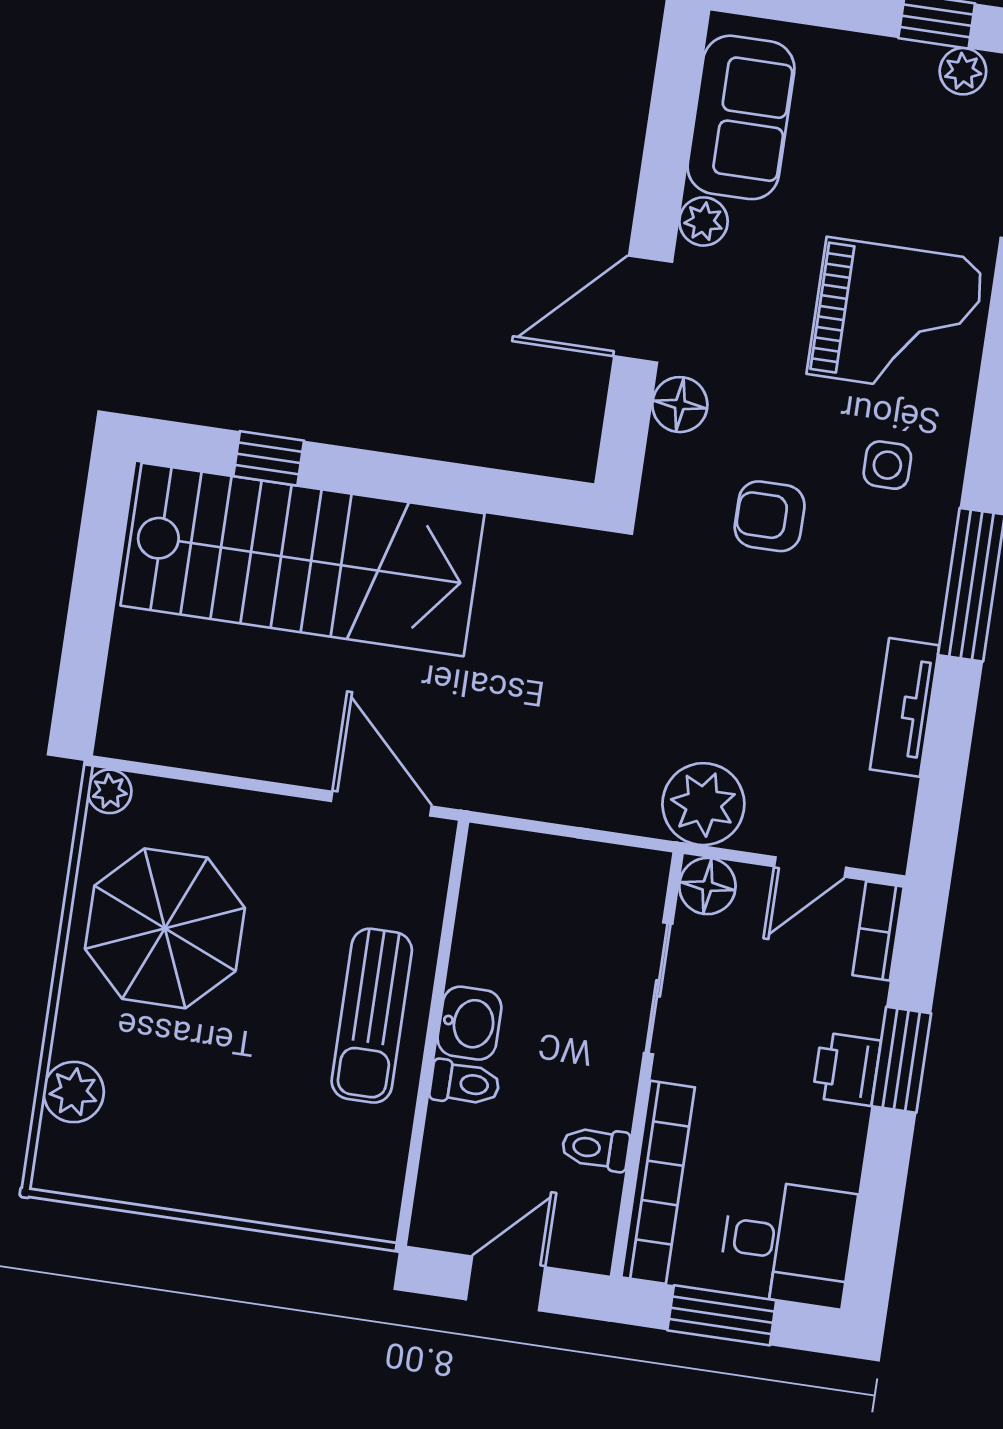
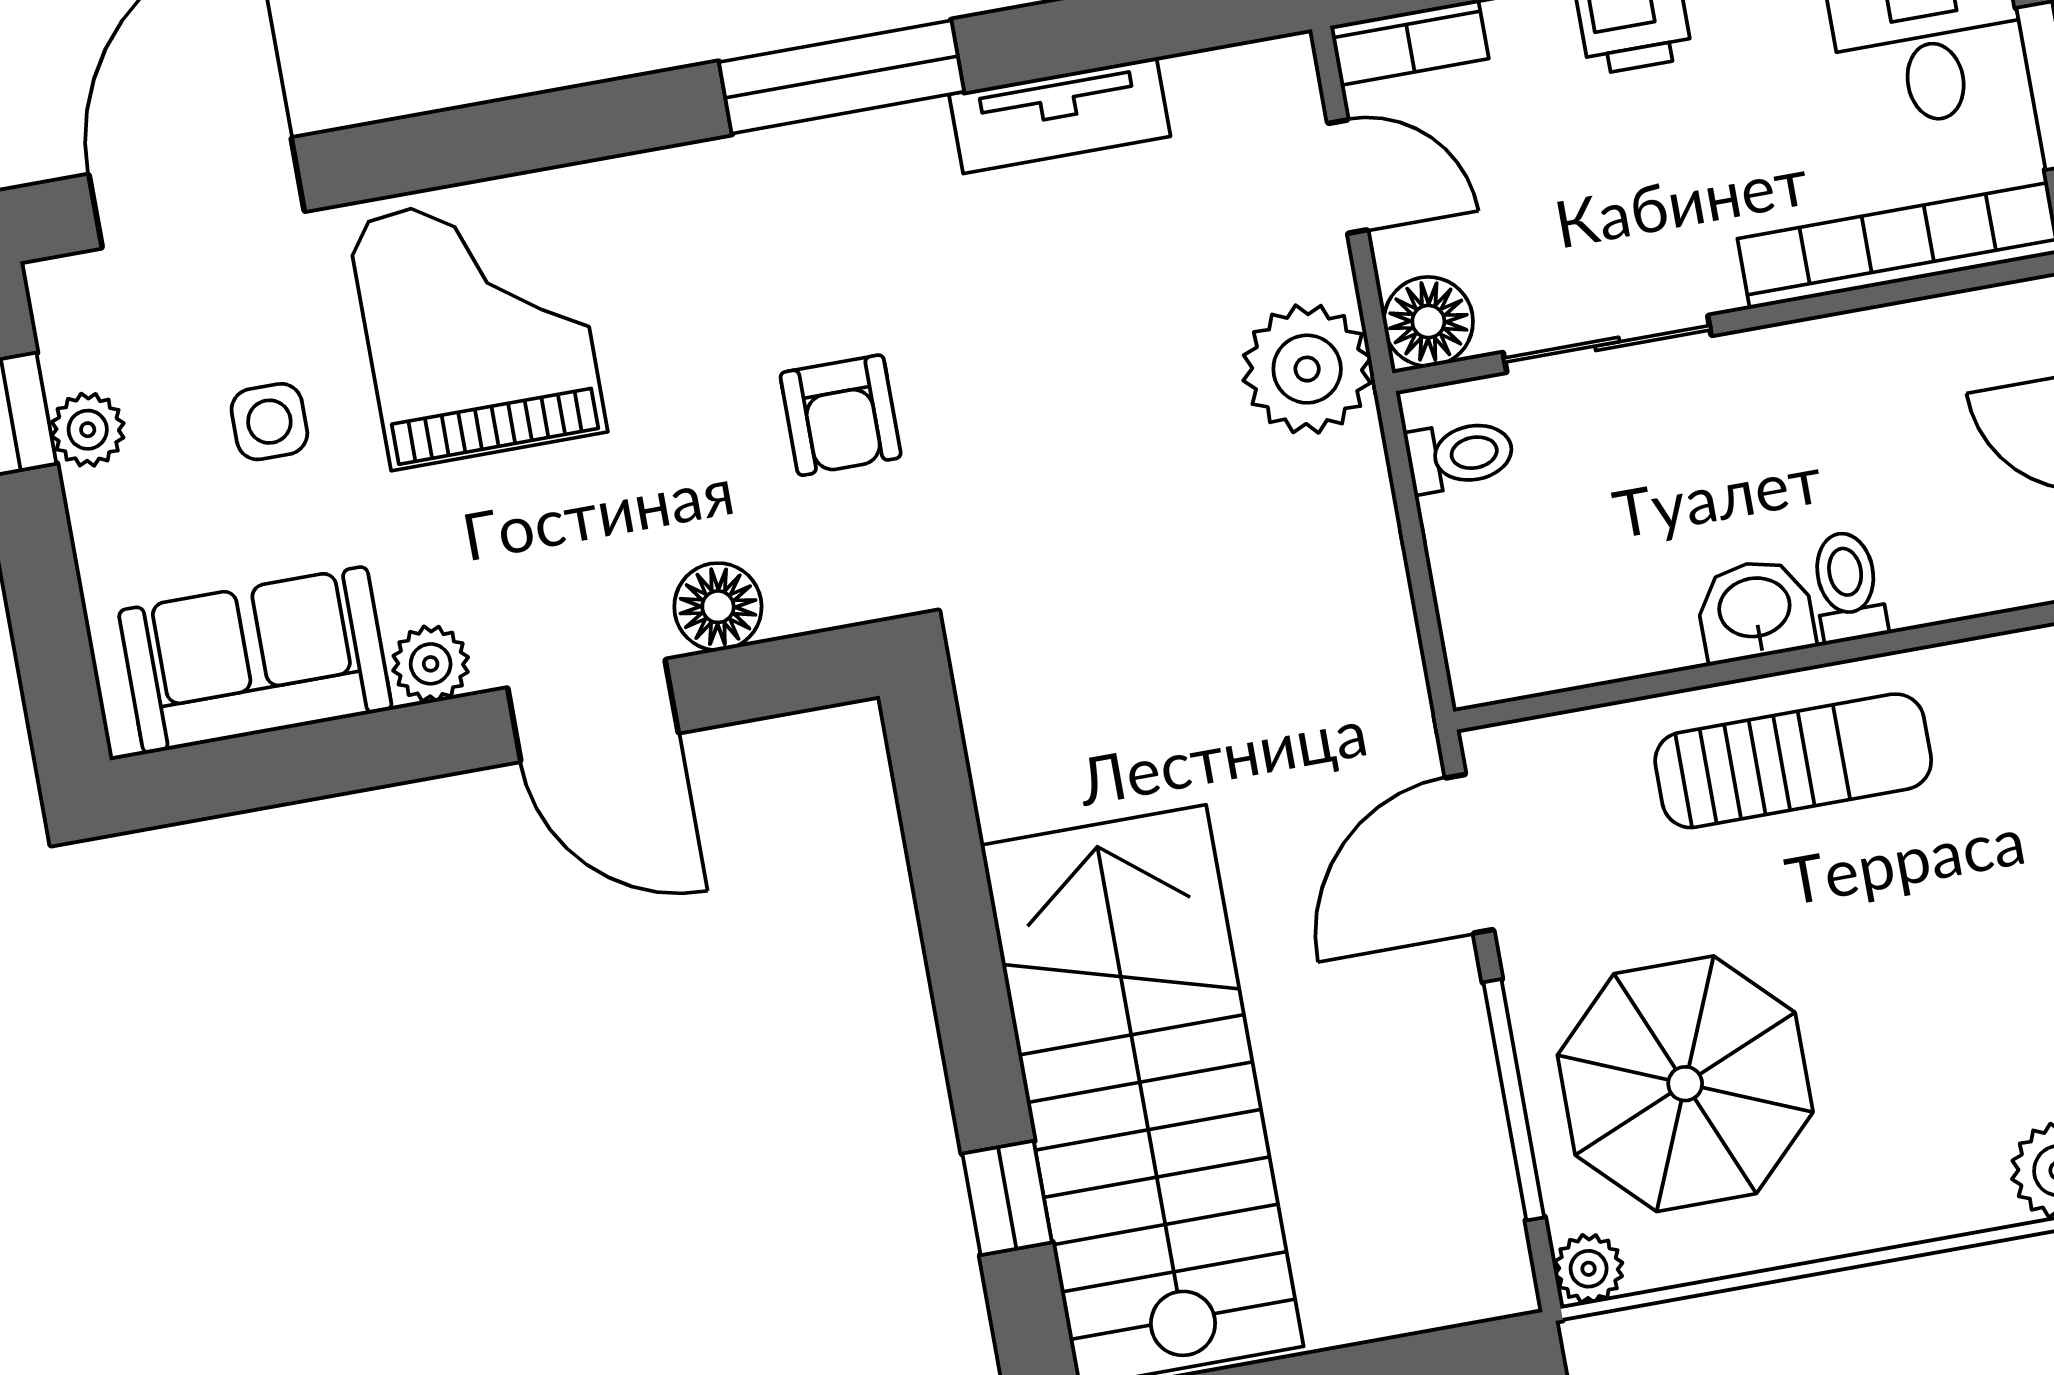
plant: (963, 71) -> (88, 430), moved
side table: (887, 465) -> (269, 422), moved
window: (225, 781) -> (1514, 1100), added
parasol: (165, 928) -> (1685, 1084), moved
toilet: (596, 1148) -> (1460, 455), moved, turned -90

